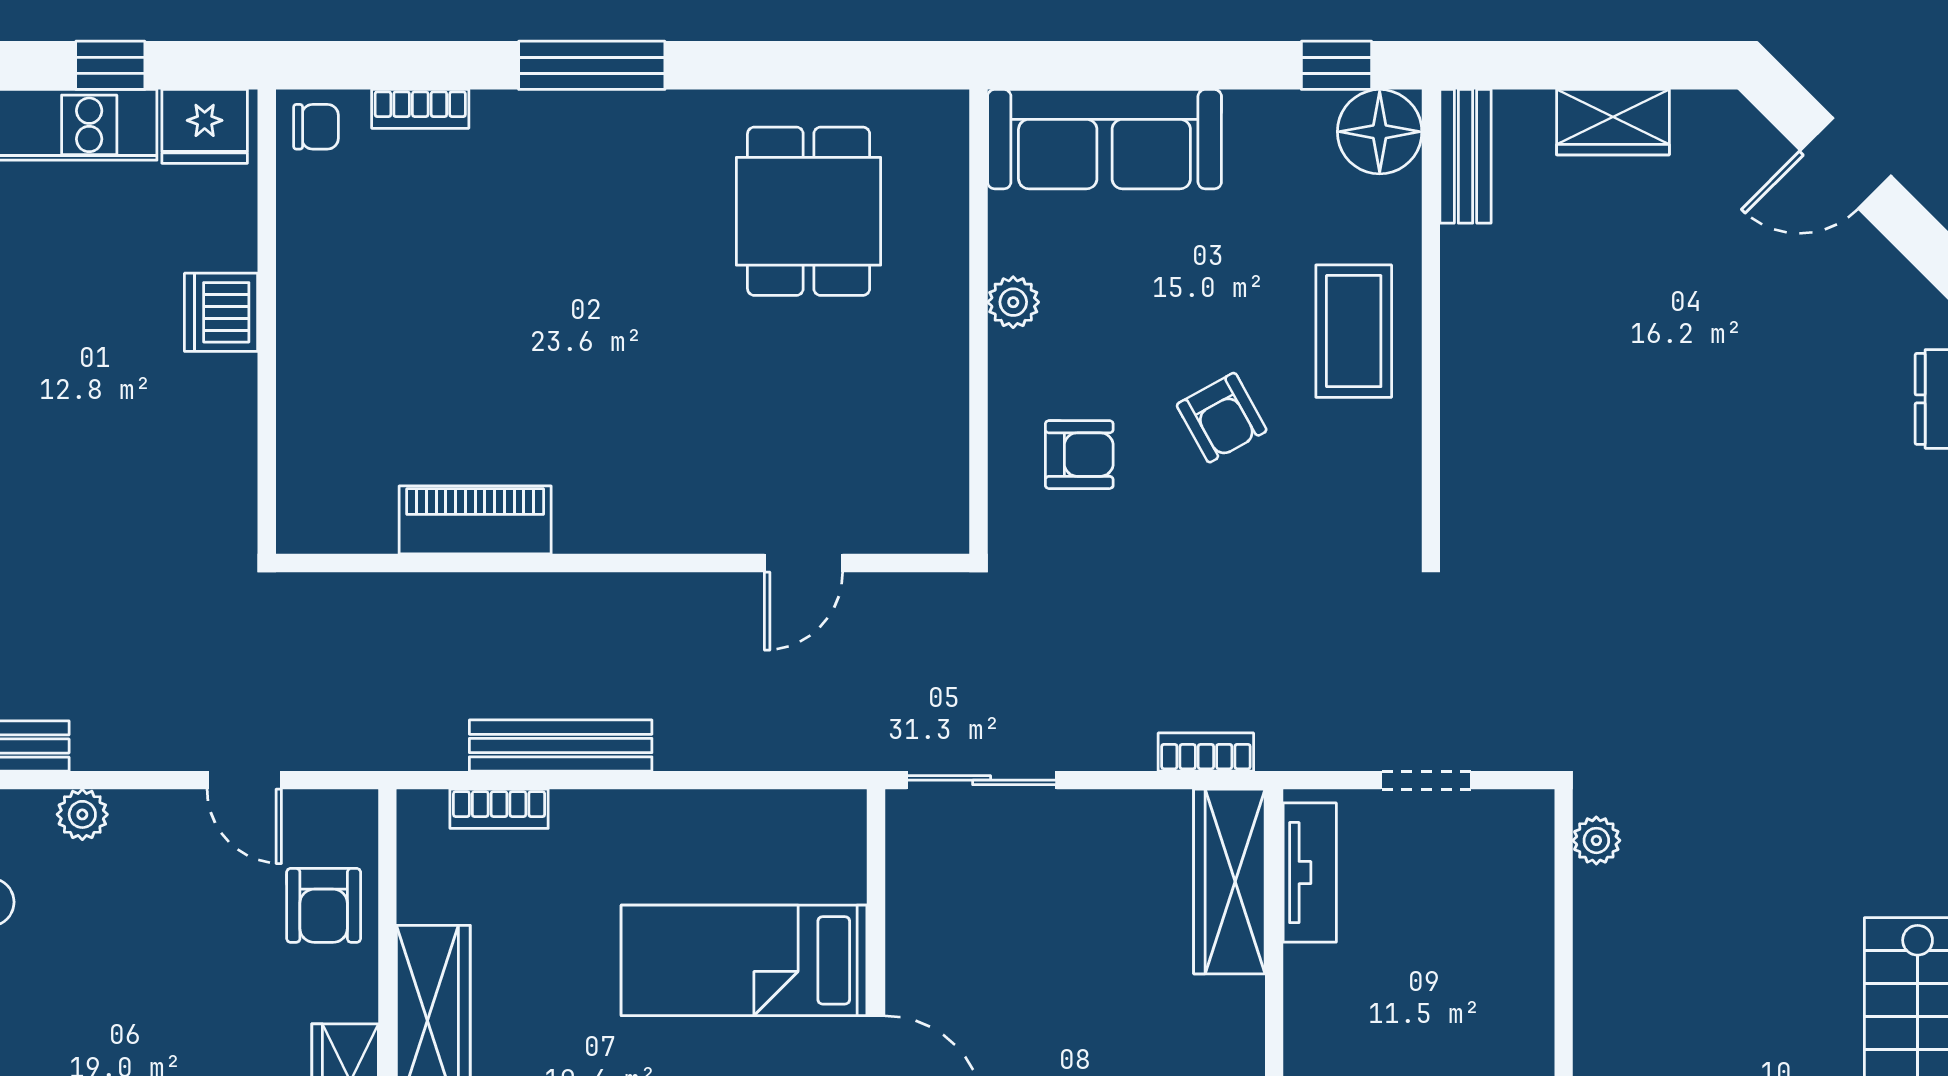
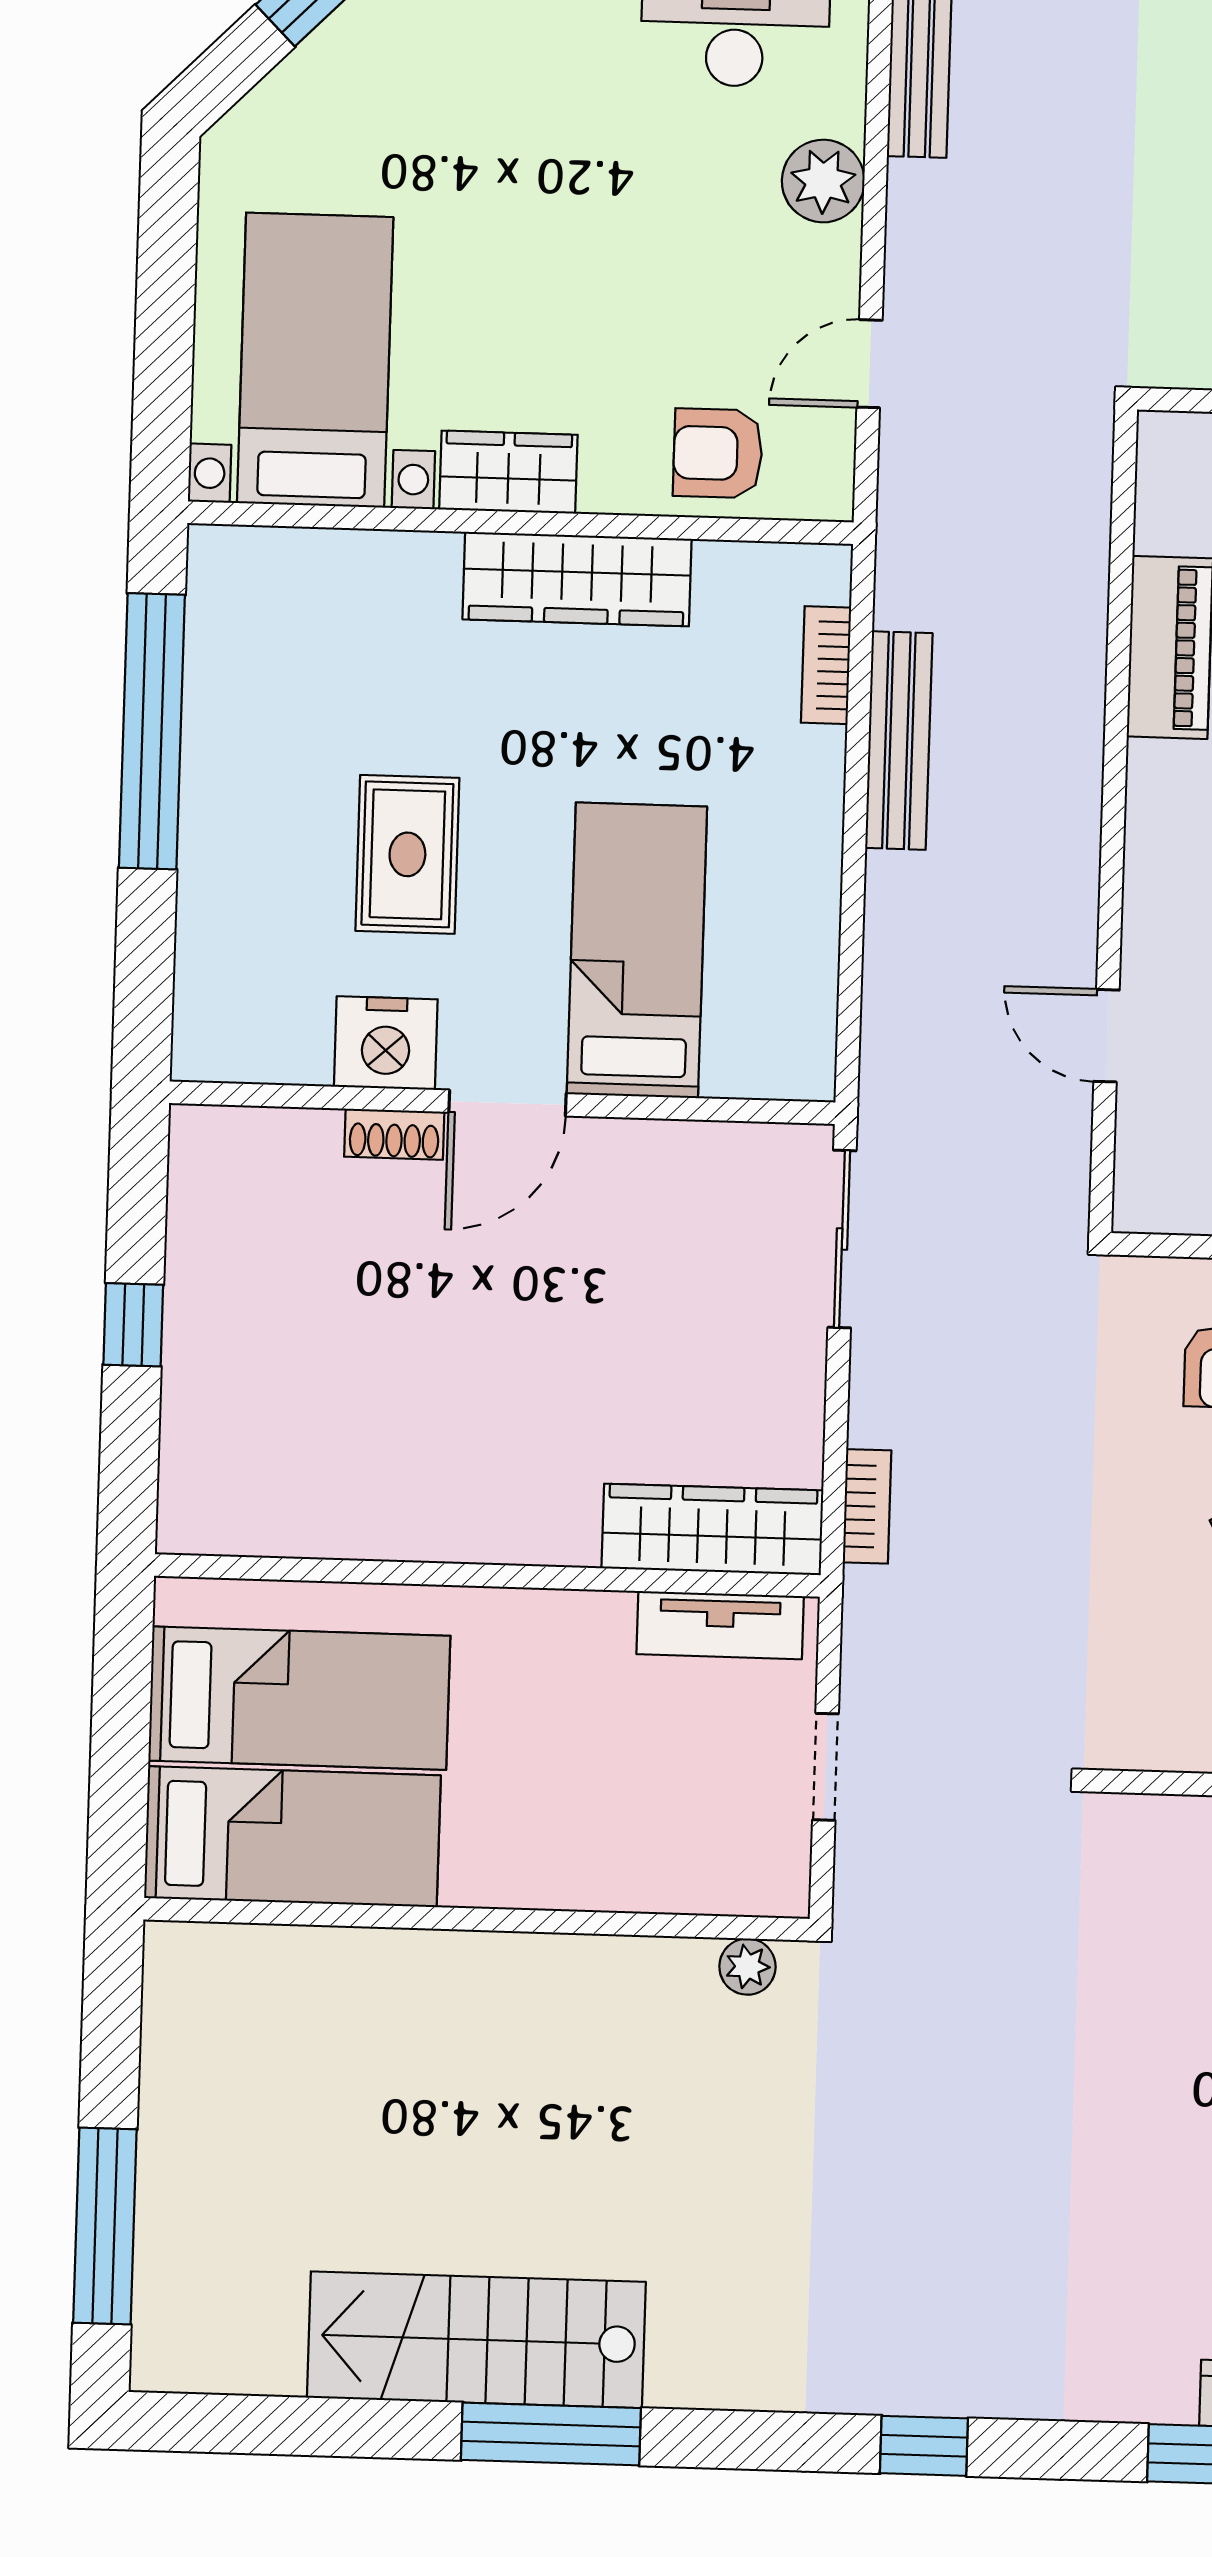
plant: (82, 814) -> (823, 181), width x1.38, depth x1.38

